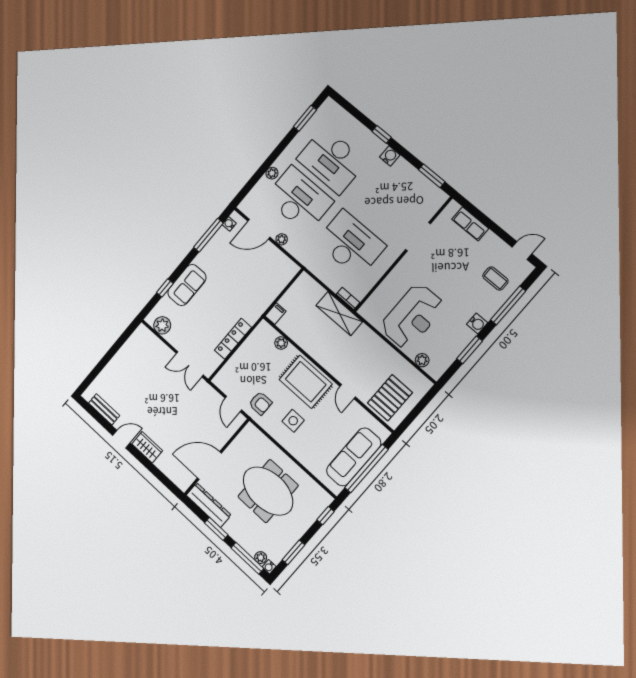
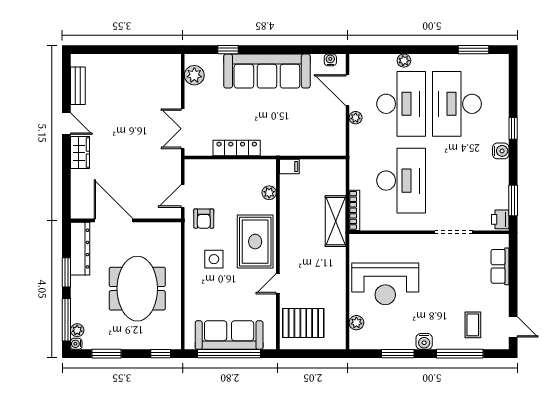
printer: (437, 196) -> (500, 219), added
window: (209, 235) -> (305, 50), removed
sofa: (187, 285) -> (267, 71), width x1.85, depth x1.27
bookcase: (348, 298) -> (354, 210), width x1.56

